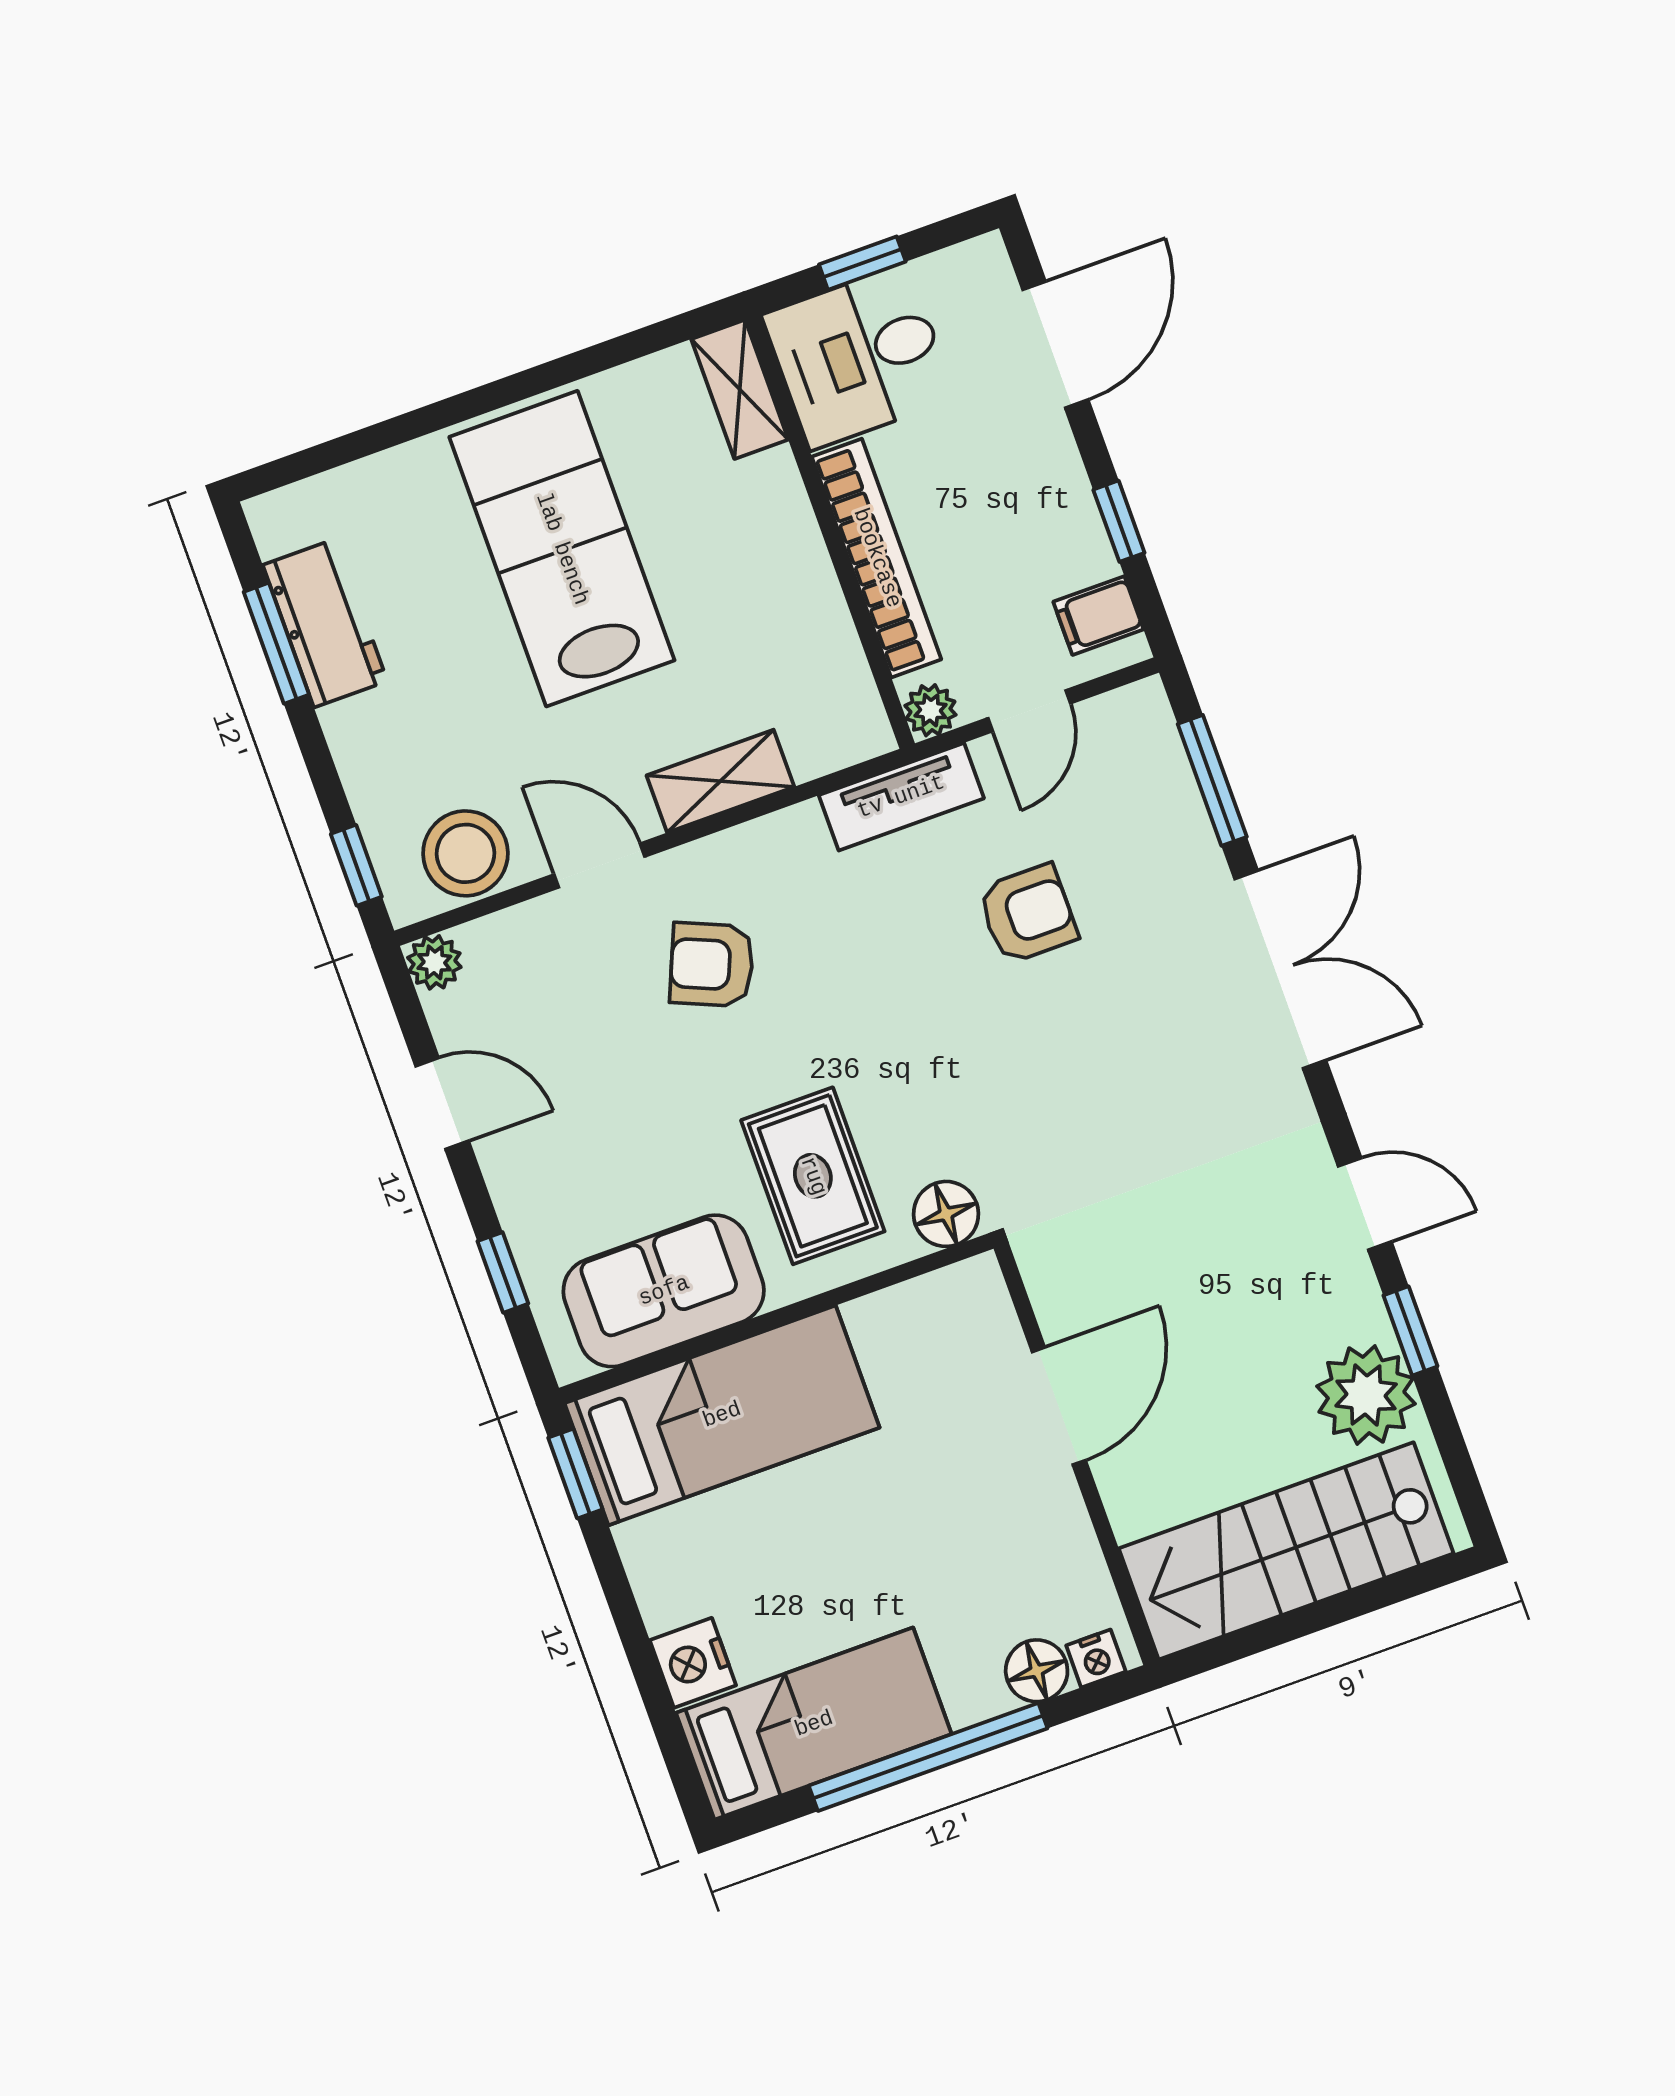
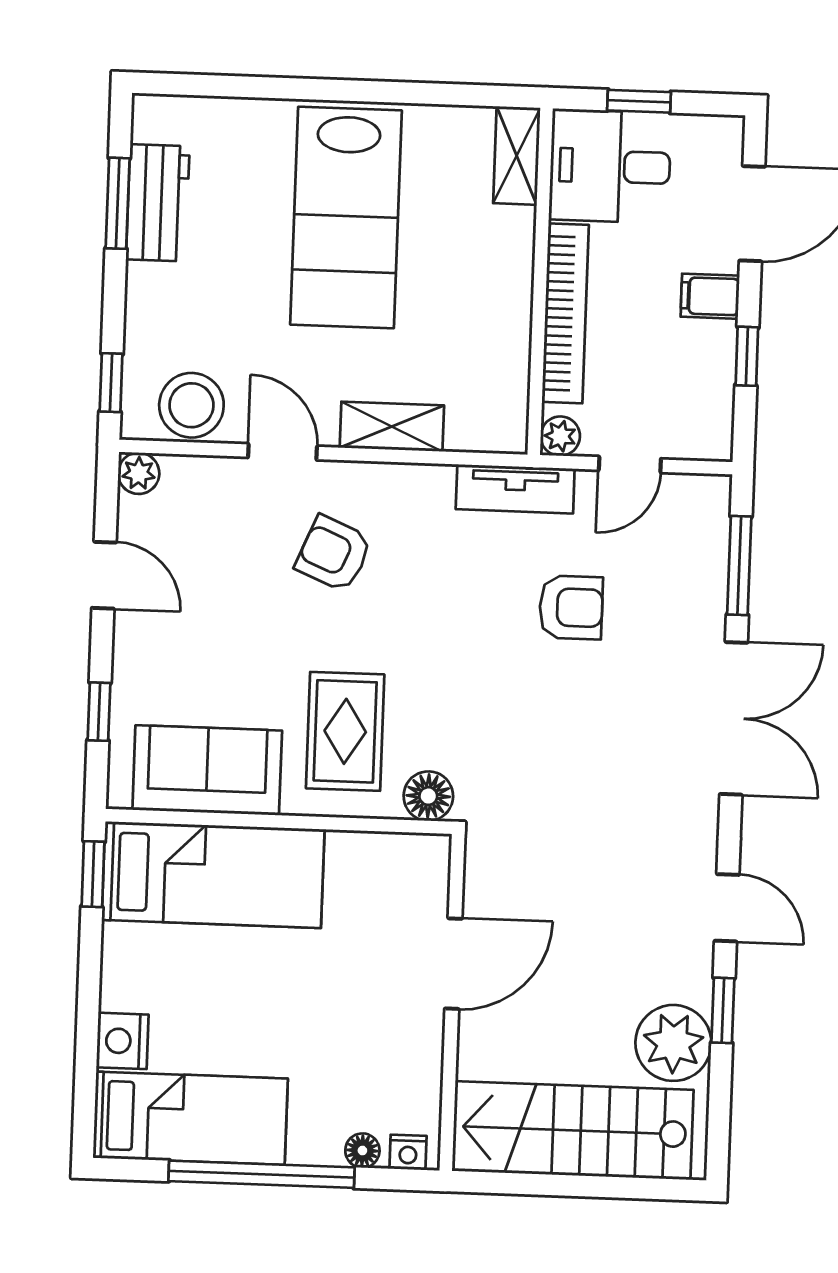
lab bench: (562, 549) -> (346, 218), turned 180
filing cabinet: (1098, 616) -> (710, 296), moved
floor lamp: (1037, 1671) -> (362, 1151), width x0.73, depth x0.73

